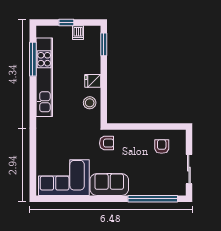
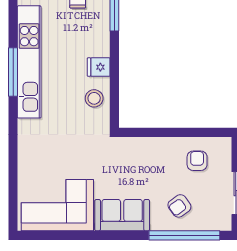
window: (33, 59) -> (13, 72), moved
armchair: (107, 143) -> (179, 206), moved, turned 144

